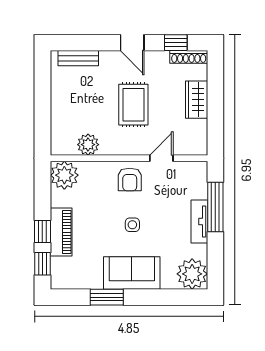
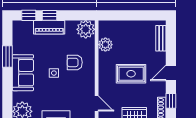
door: (161, 158) -> (97, 104), moved
armchair: (130, 179) -> (75, 62), moved

